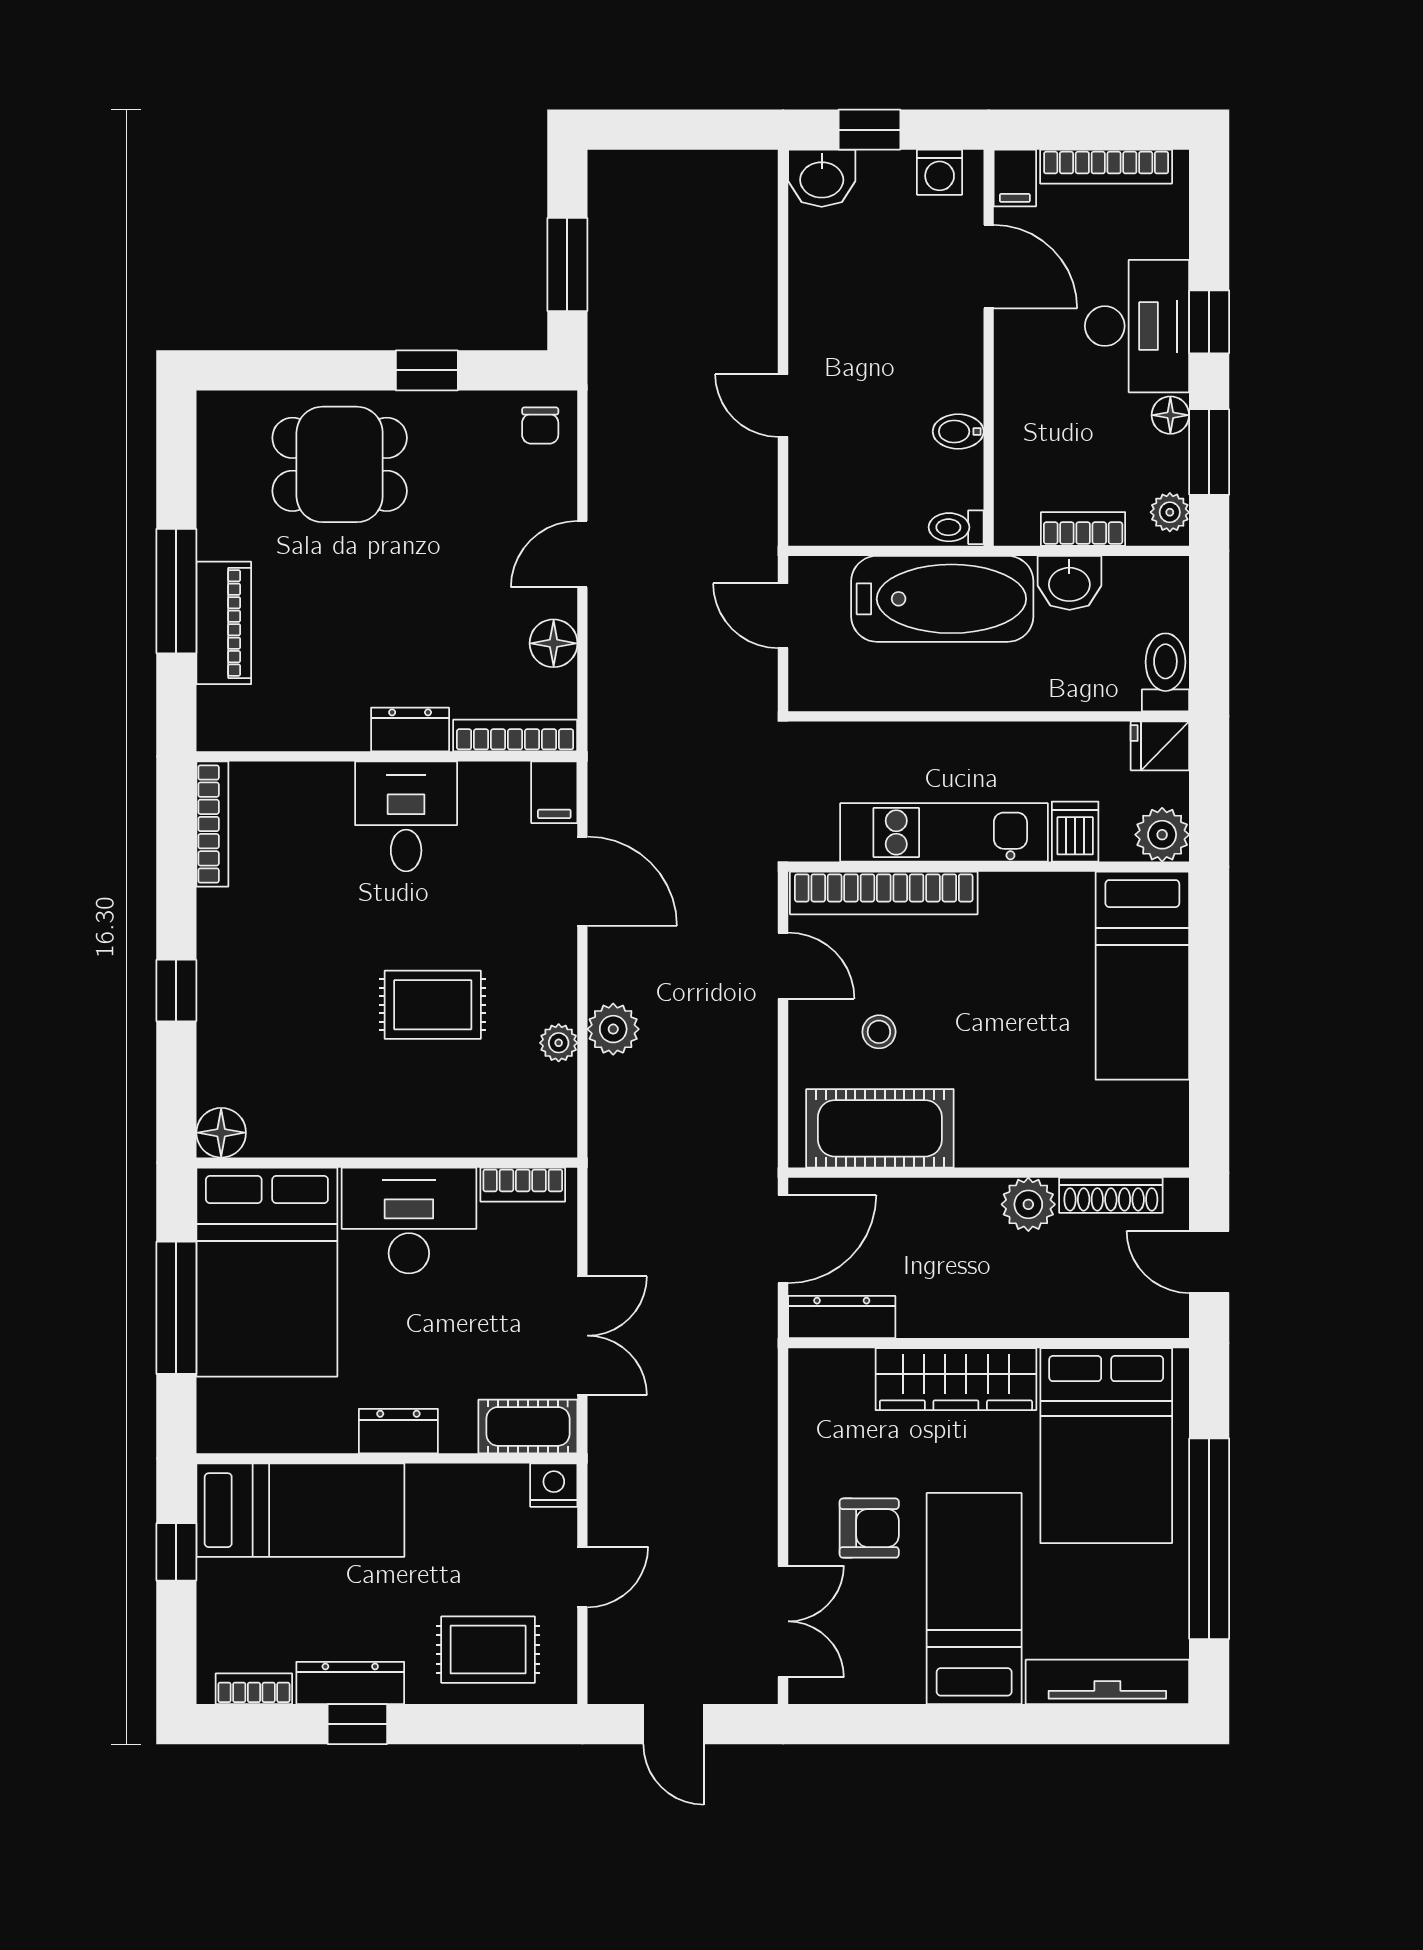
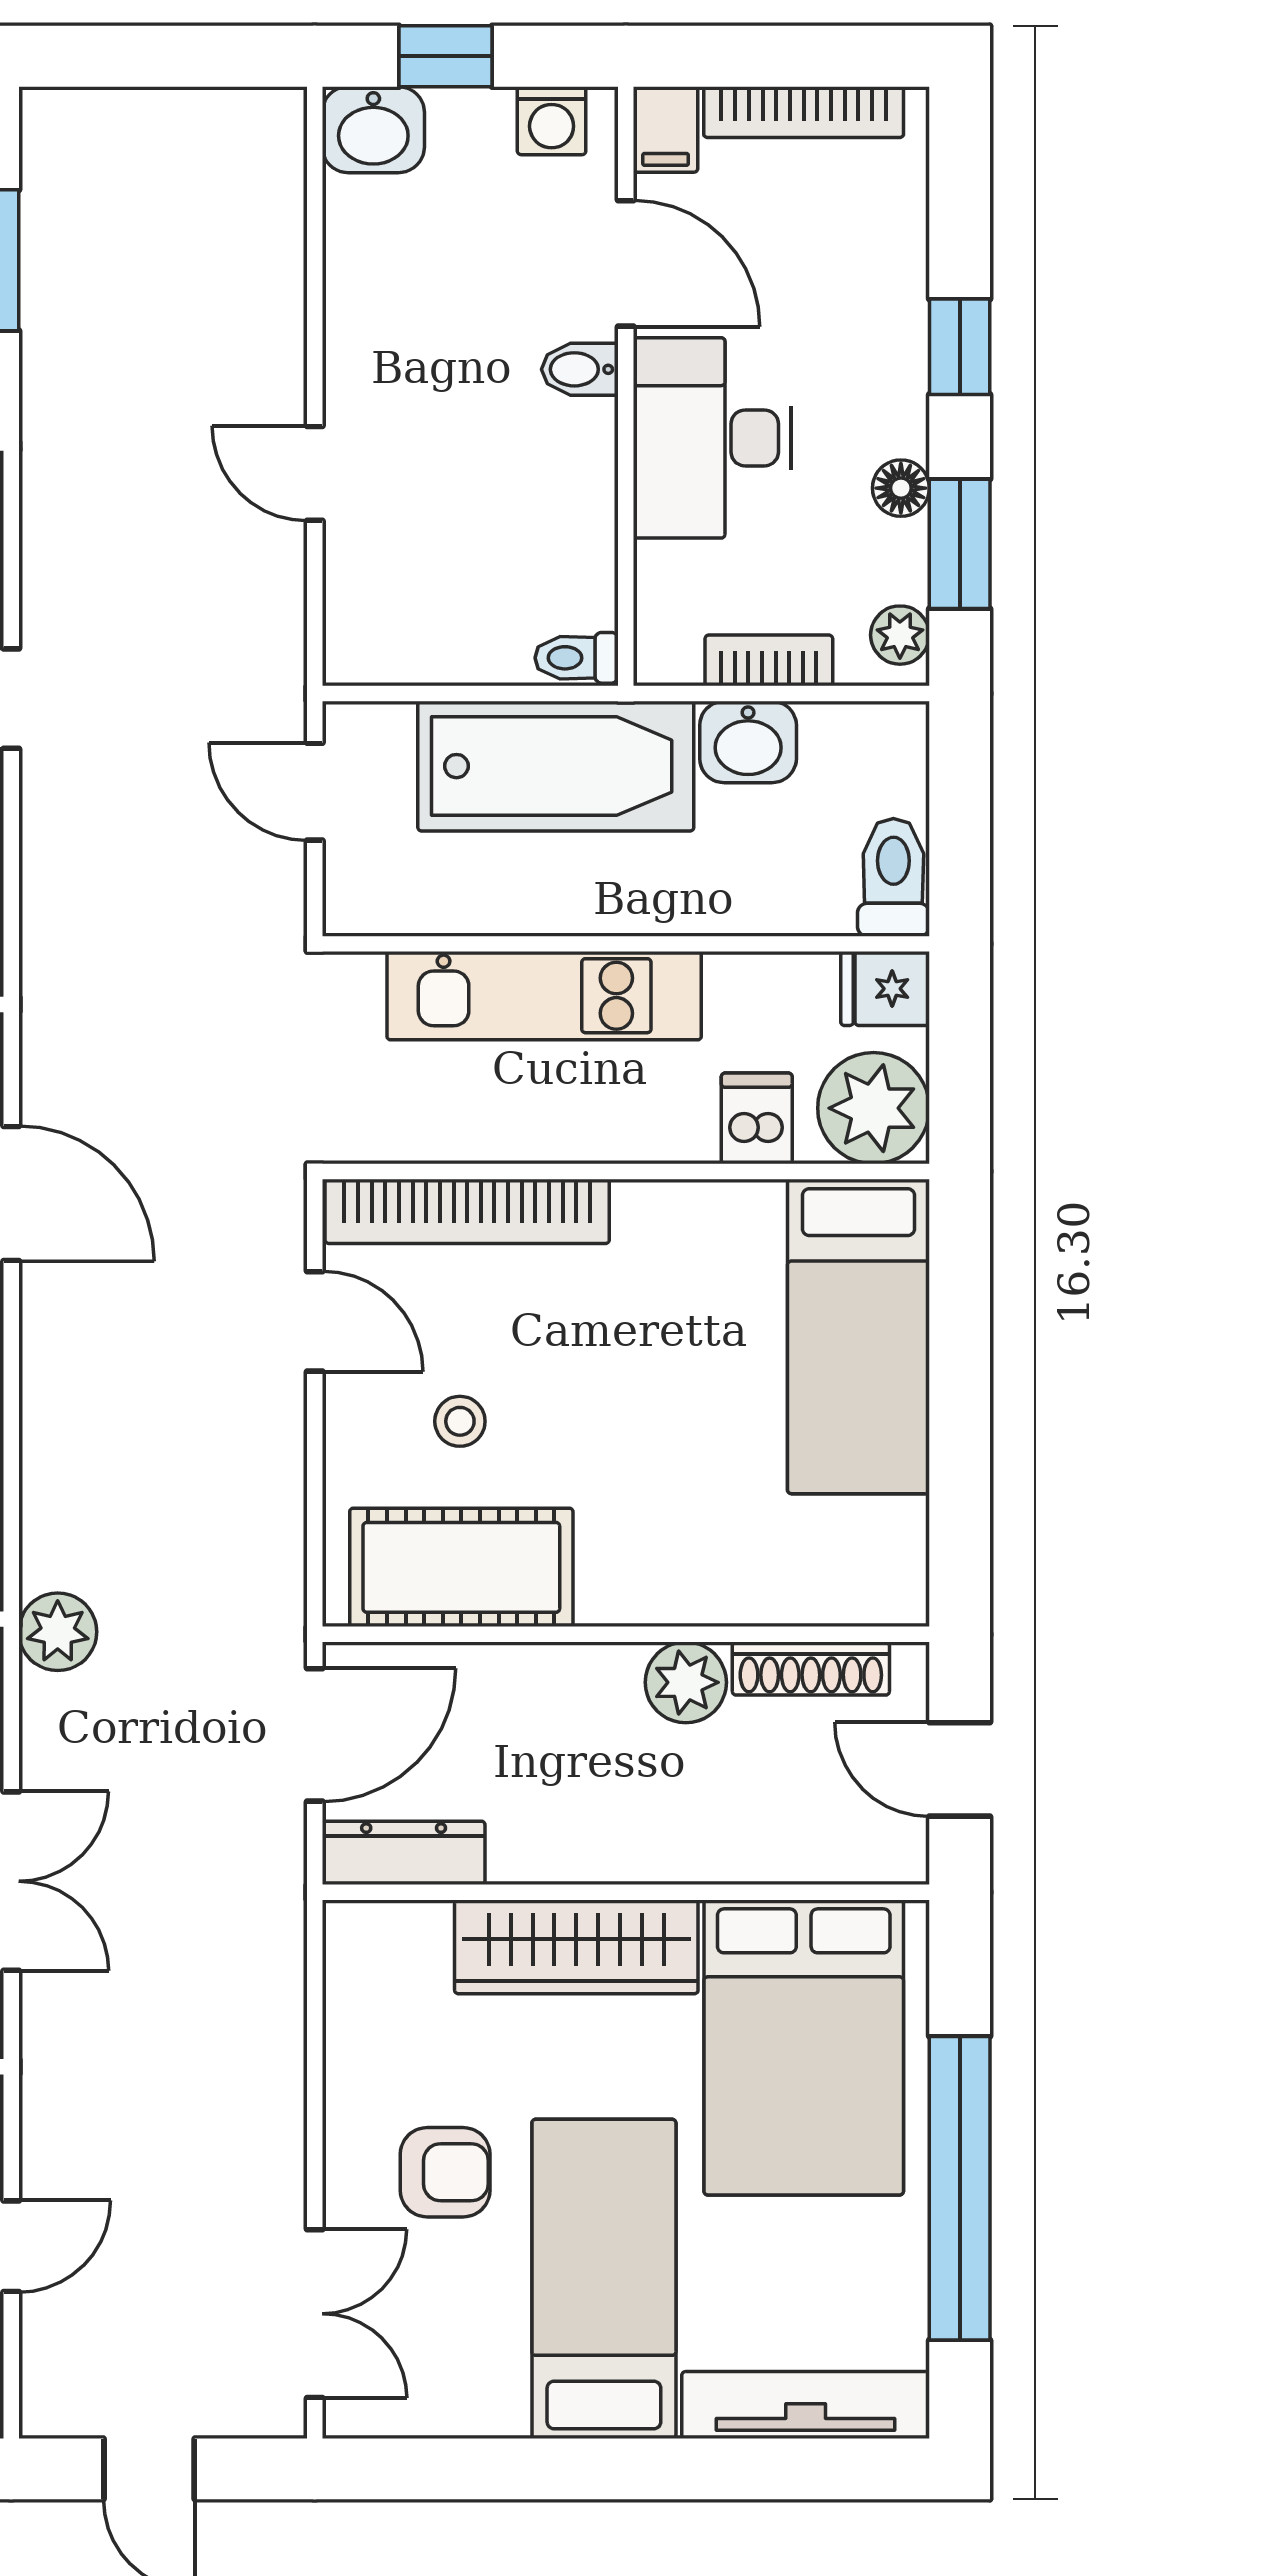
desk: (1137, 326) -> (712, 438), moved, turned 180
bidet: (958, 432) -> (580, 369), moved
kitchen unit: (944, 832) -> (544, 996), moved, turned 180
plant: (1162, 835) -> (874, 1108), width x1.36, depth x1.36
plant: (613, 1029) -> (58, 1632), moved

